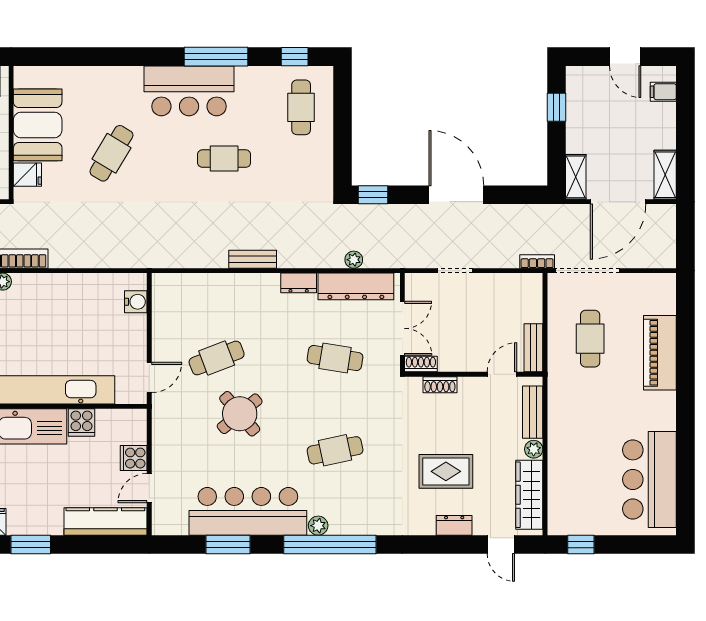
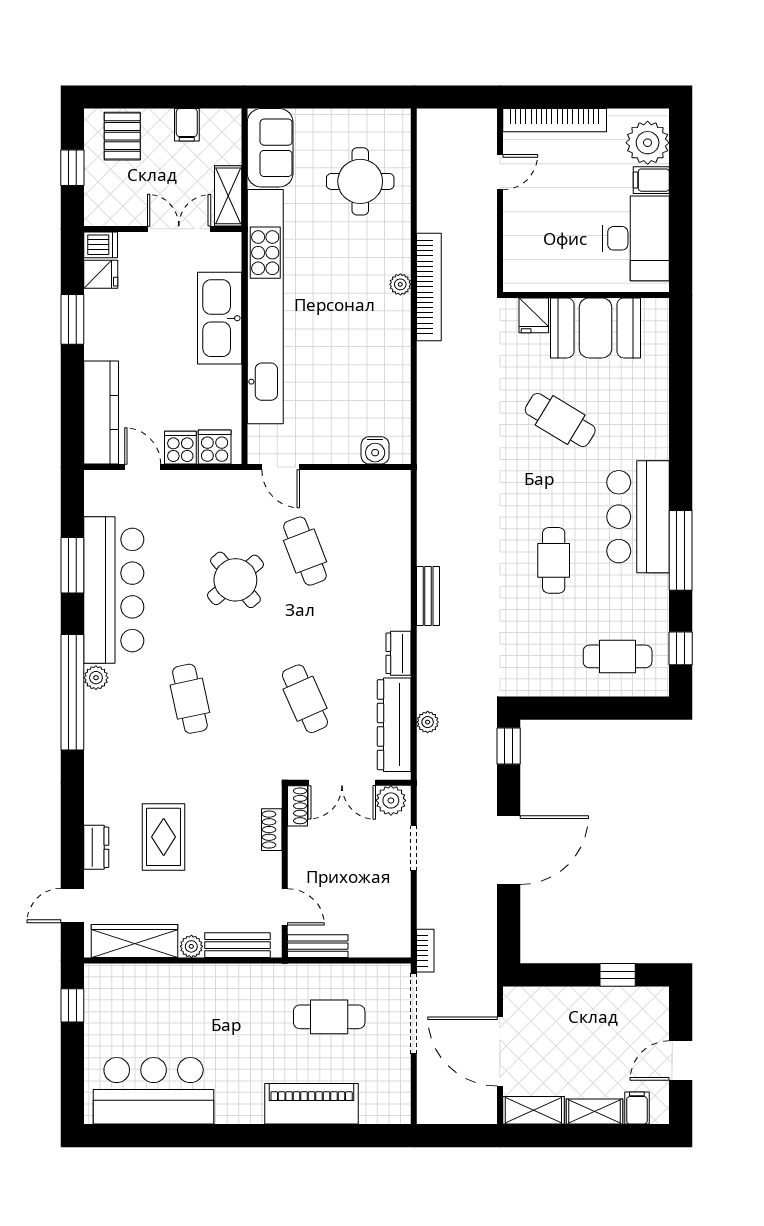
shelving: (576, 177) -> (595, 1111), moved
plant: (417, 289) -> (391, 800), added
cafe table: (335, 358) -> (305, 699), turned -33
cooker: (82, 423) -> (215, 447), moved, turned 90

